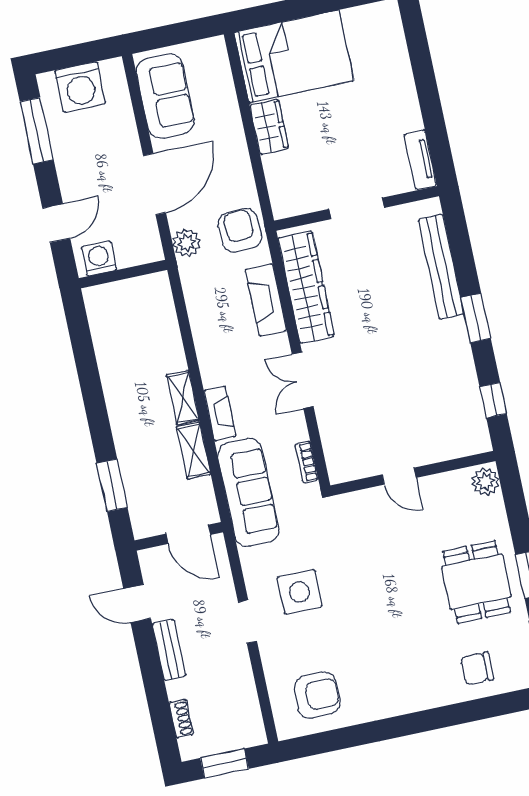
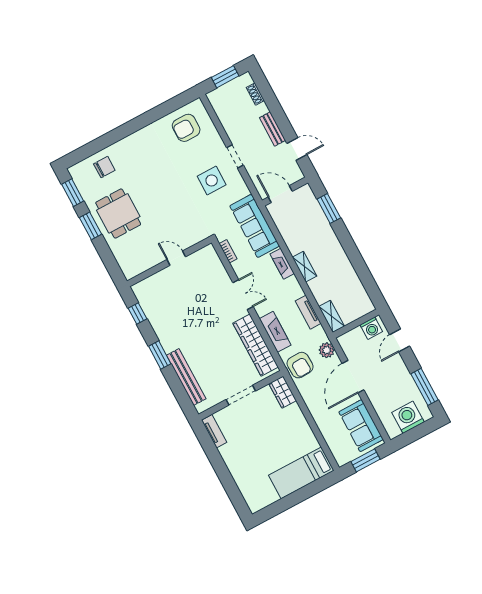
window: (175, 34) -> (365, 460), added
bed: (294, 56) -> (301, 473), width x0.67
wardrobe: (269, 127) -> (283, 392), moved
tv unit: (199, 317) -> (308, 312), added
shelving: (194, 451) -> (332, 316), moved
plant: (486, 482) -> (129, 269), removed

